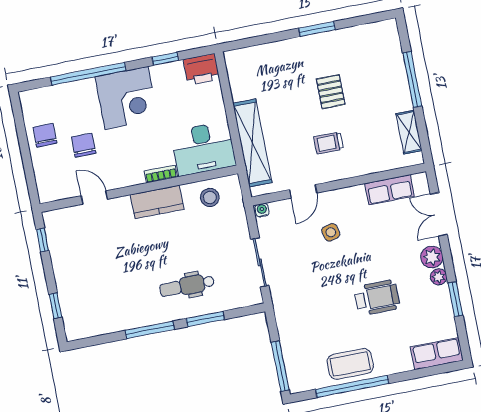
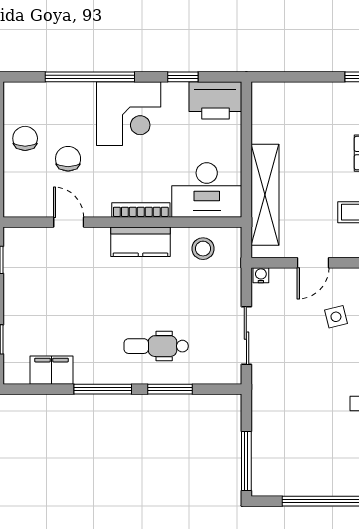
printer: (201, 69) -> (215, 100), width x1.37, depth x1.19
bookcase: (161, 174) -> (141, 210), width x1.56
filing cabinet: (104, 322) -> (51, 370), added
coffee table: (350, 364) -> (328, 475), removed

